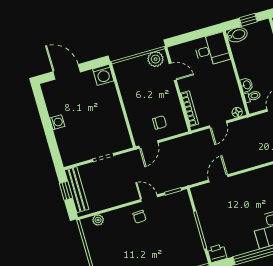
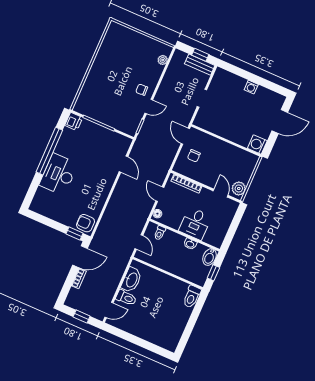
desk: (212, 50) -> (195, 224), moved
door: (173, 72) -> (221, 193), swing flipped
washbasin: (247, 85) -> (190, 244), moved
bench: (77, 190) -> (200, 65), width x0.73

